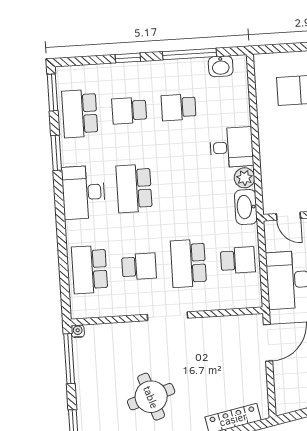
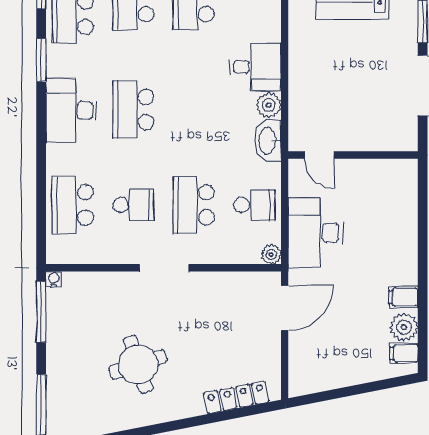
plant: (254, 300) -> (271, 254), added

